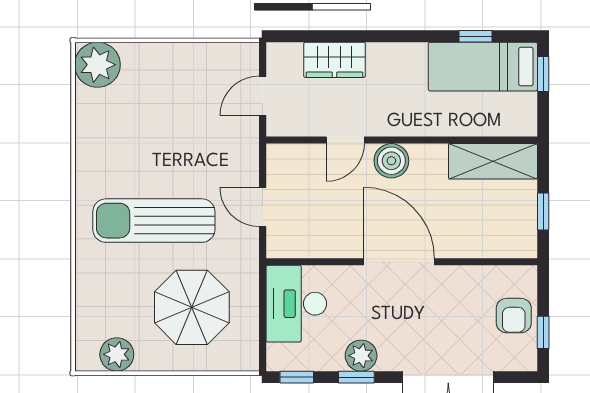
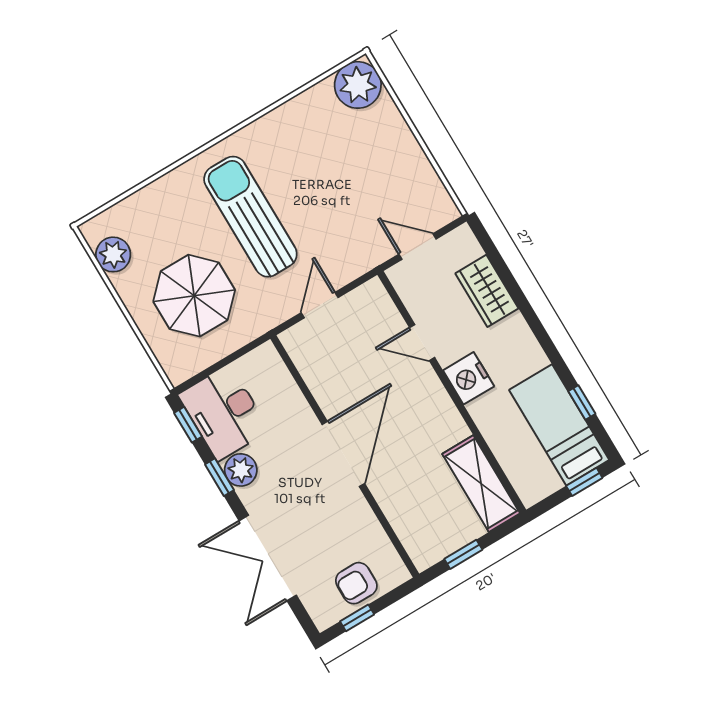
nightstand: (398, 119) -> (469, 378), added
boiler: (391, 161) -> (428, 394), removed
desk: (296, 304) -> (224, 413), moved, turned -90

